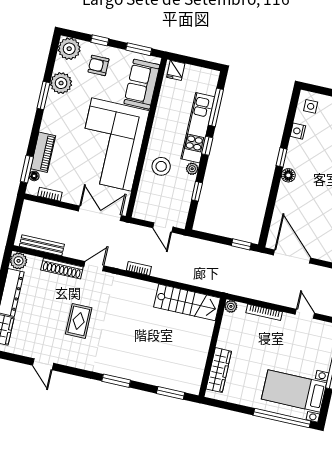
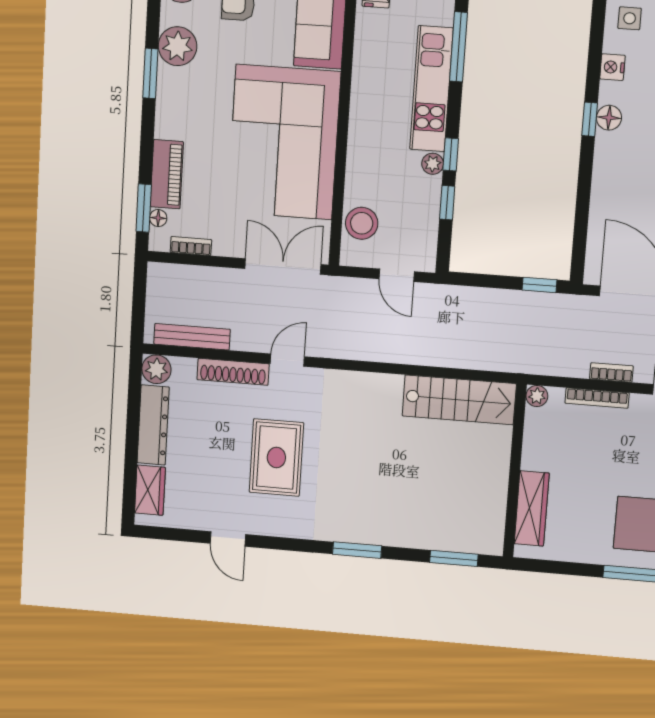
window: (207, 146) -> (451, 154), moved
stool: (161, 166) -> (362, 223), moved
floor lamp: (288, 175) -> (609, 118), moved
bookcase: (139, 268) -> (611, 372), moved
rug: (79, 321) -> (276, 458), width x1.36, depth x1.43

